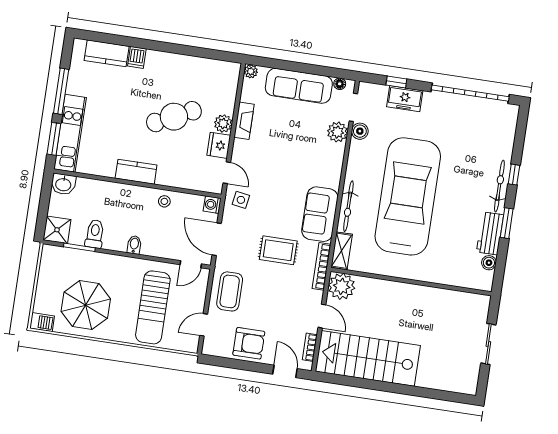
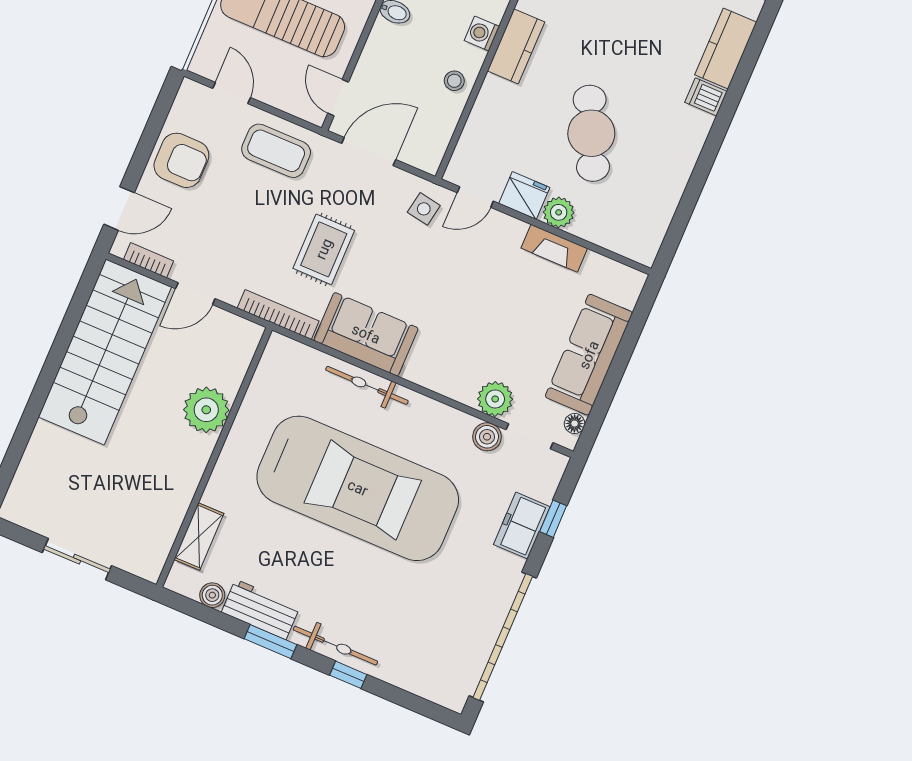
plant: (251, 71) -> (634, 281), removed
washing machine: (212, 205) -> (482, 33), moved, turned -90
shelving: (342, 251) -> (199, 537), moved, turned 90
plant: (342, 286) -> (206, 410), moved
armchair: (249, 343) -> (181, 160), turned -90

